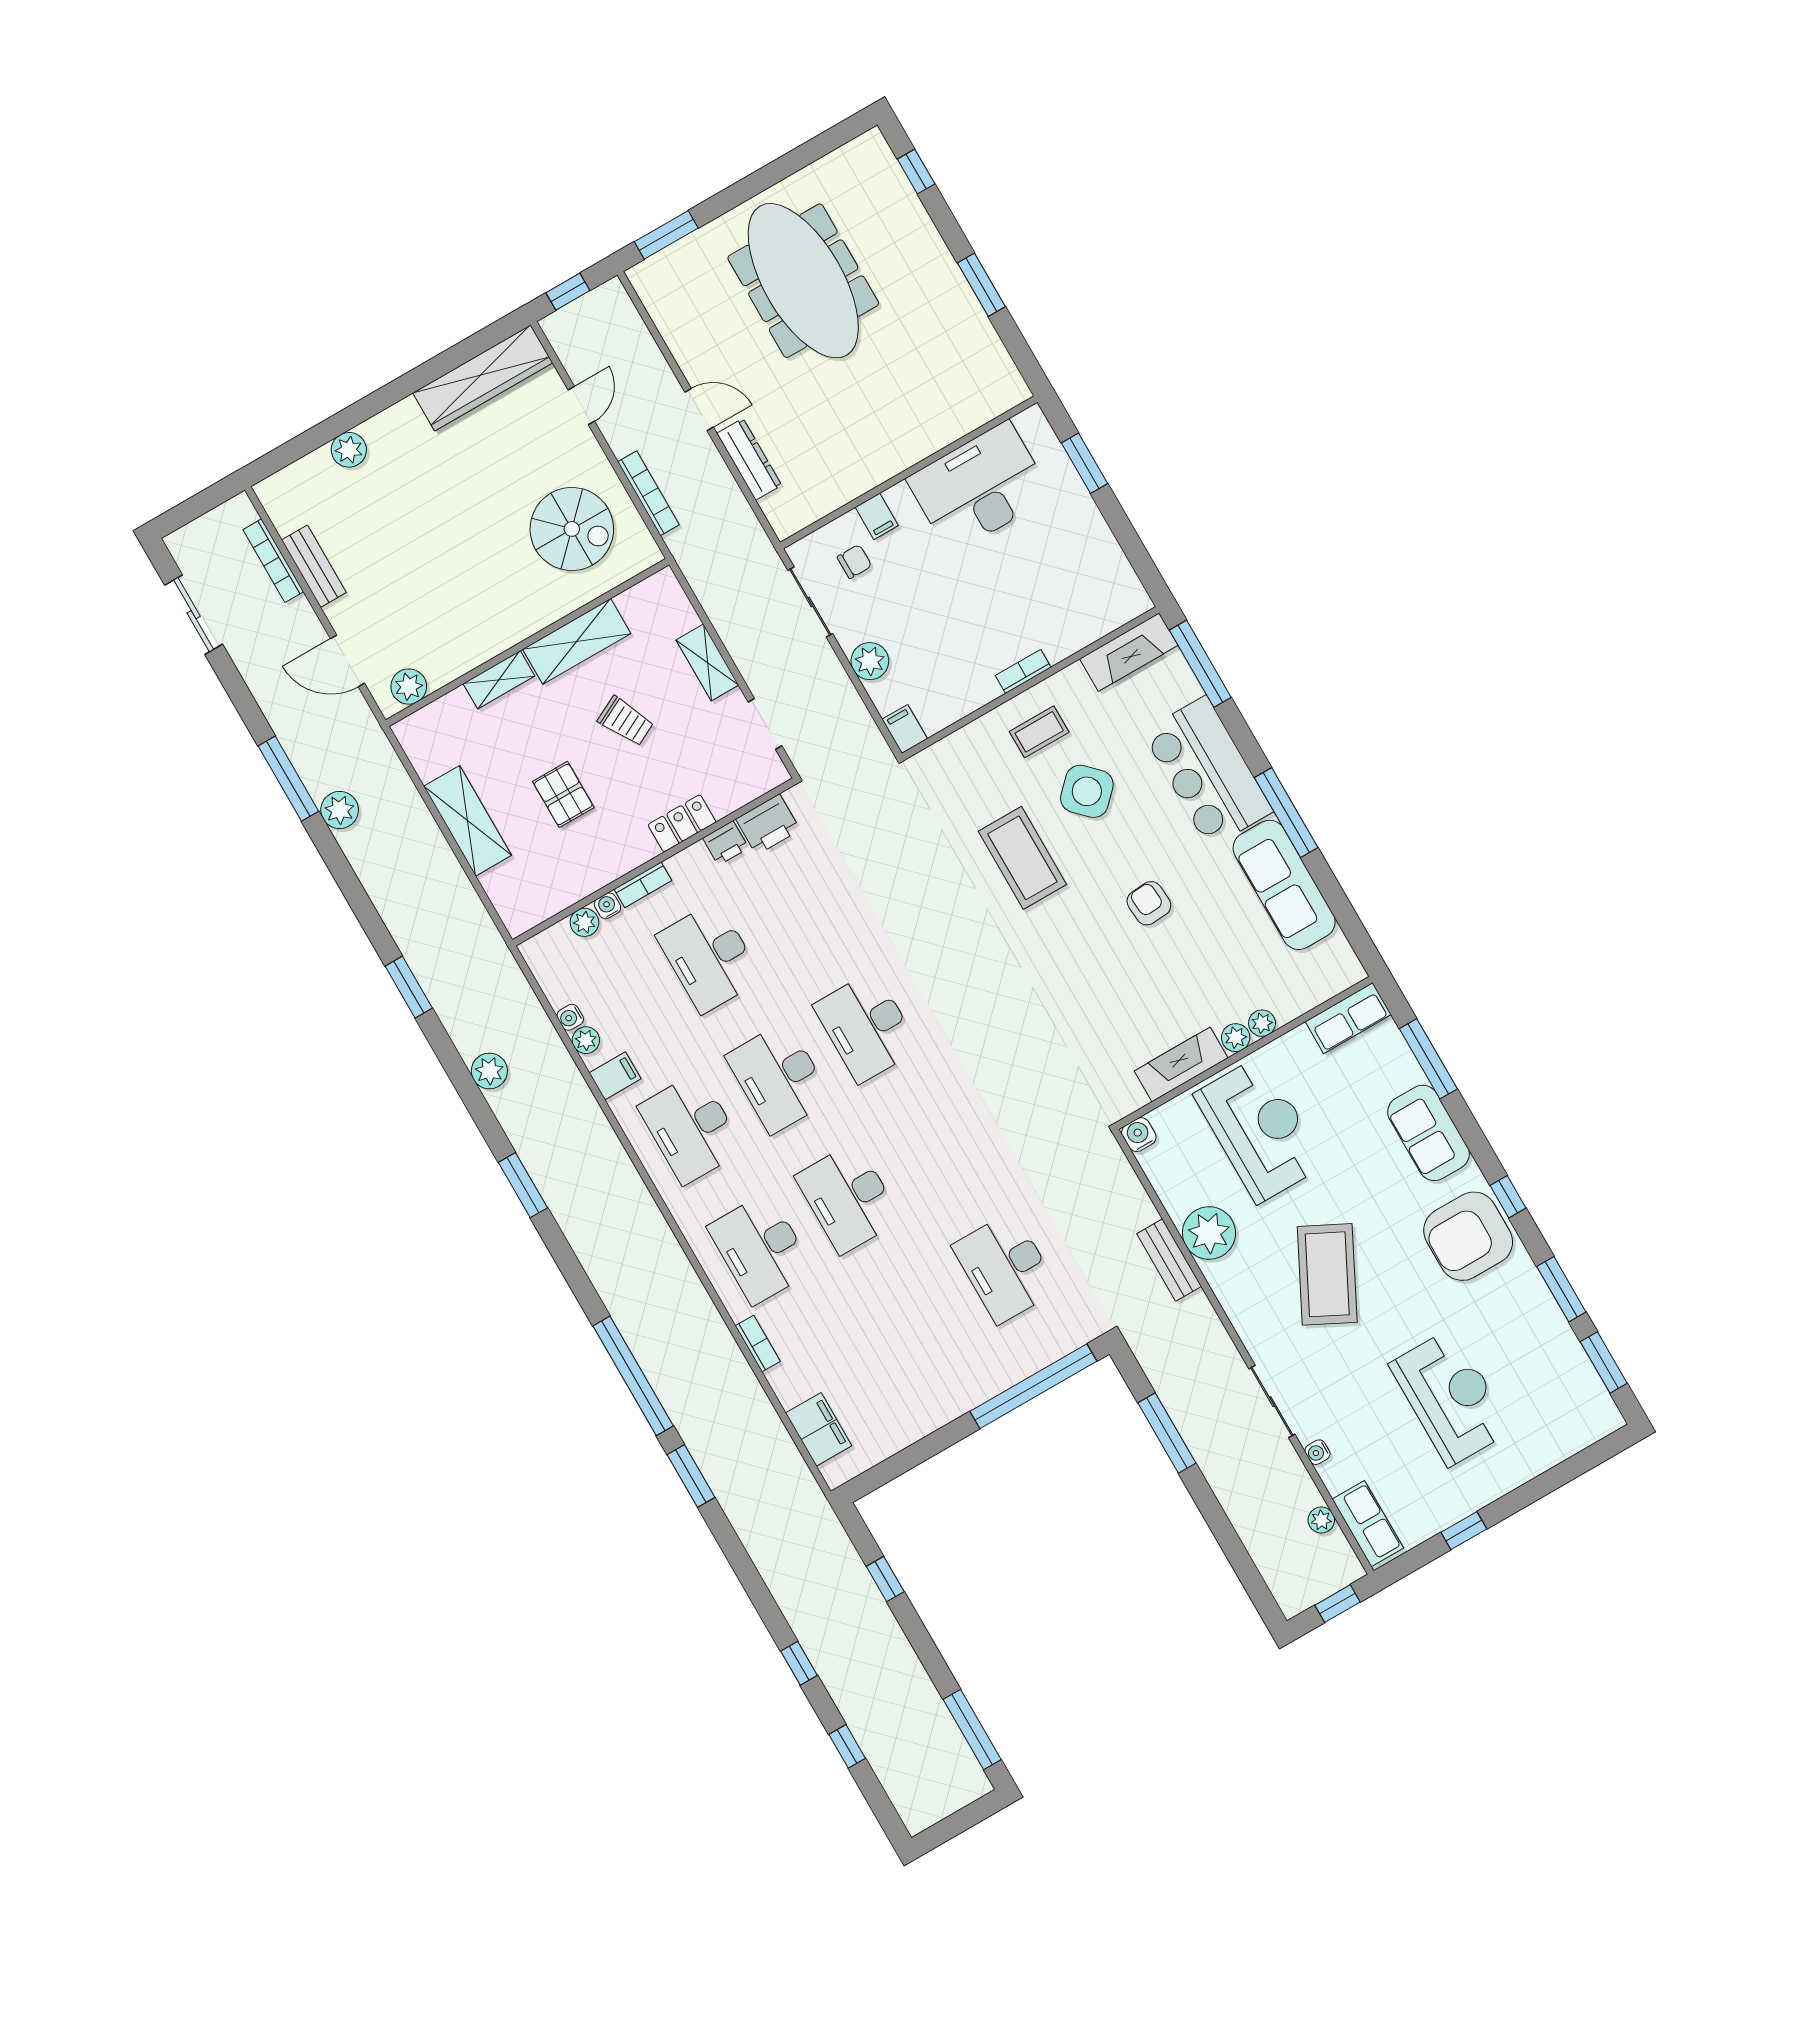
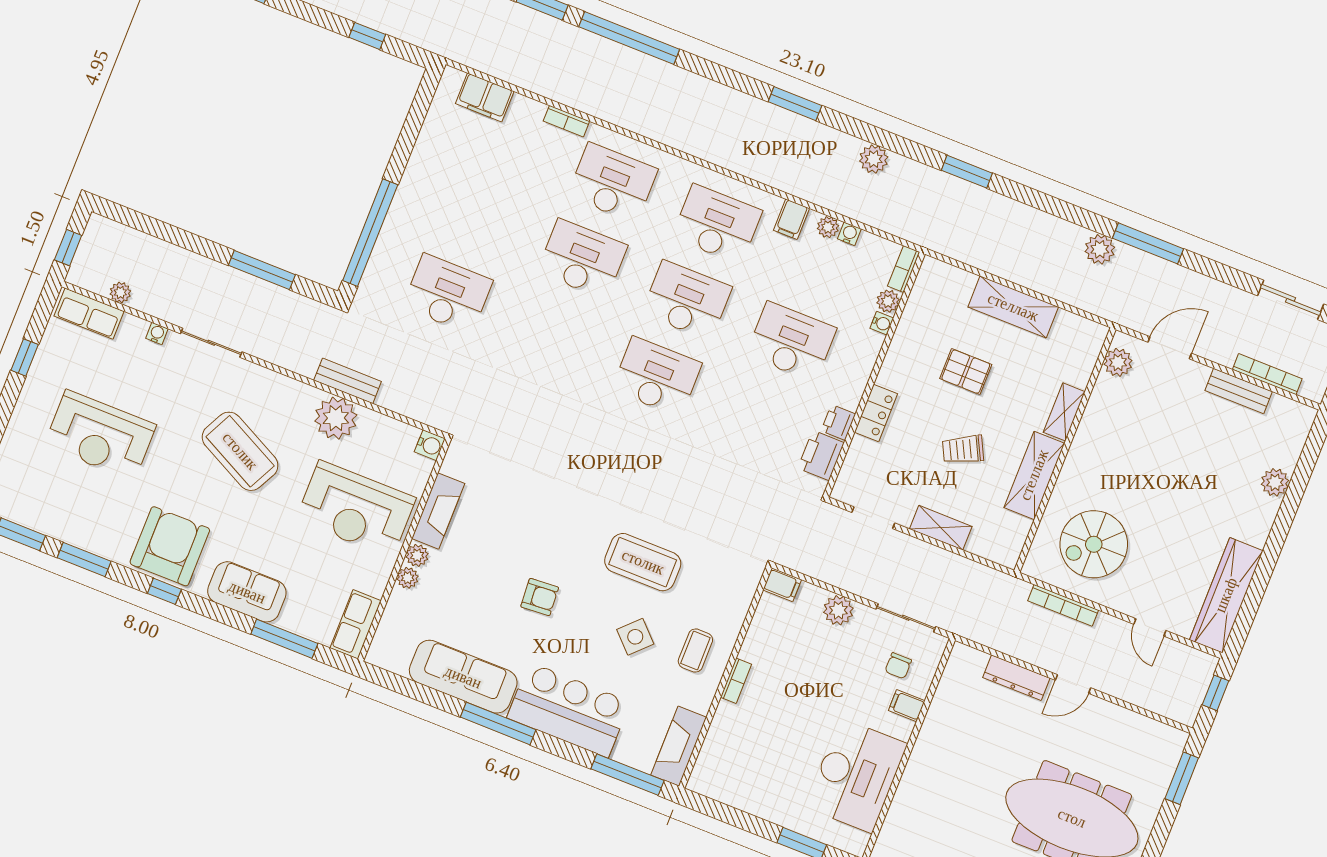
side table: (1087, 791) -> (635, 637), width x0.73, depth x0.73
bookcase: (643, 885) -> (904, 269), moved

